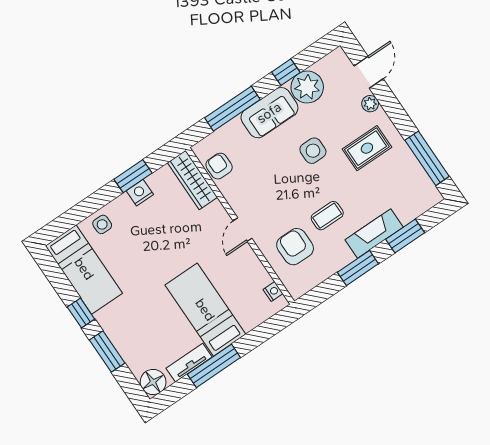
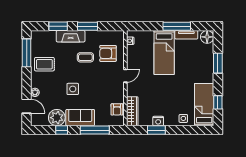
door: (369, 72) -> (27, 106), swing flipped
rug: (367, 148) -> (44, 64), moved
armchair: (295, 247) -> (108, 53), turned 90
window: (81, 313) -> (218, 102), moved

